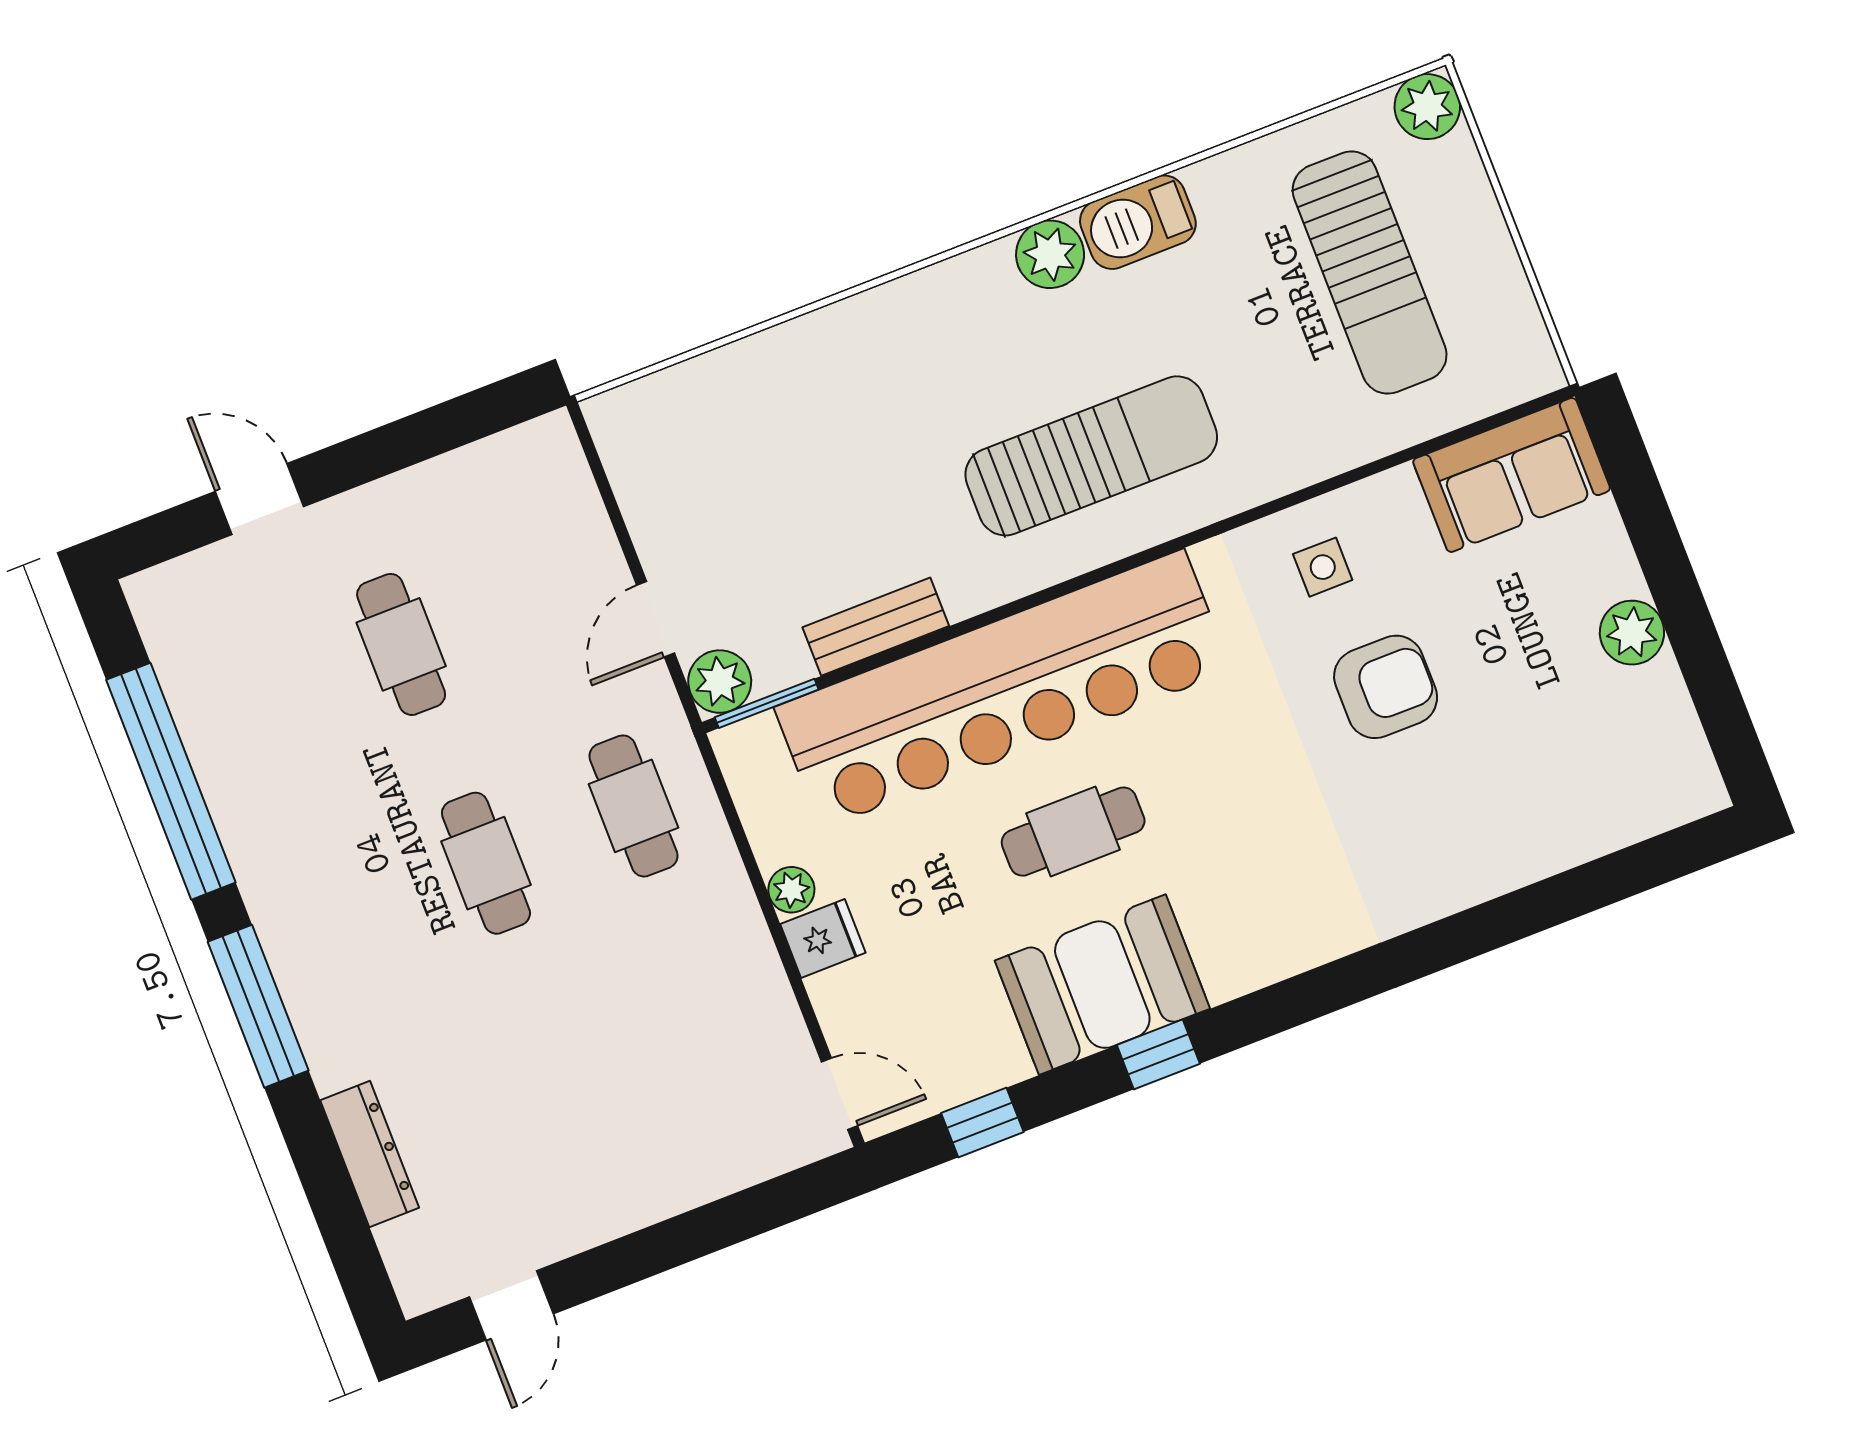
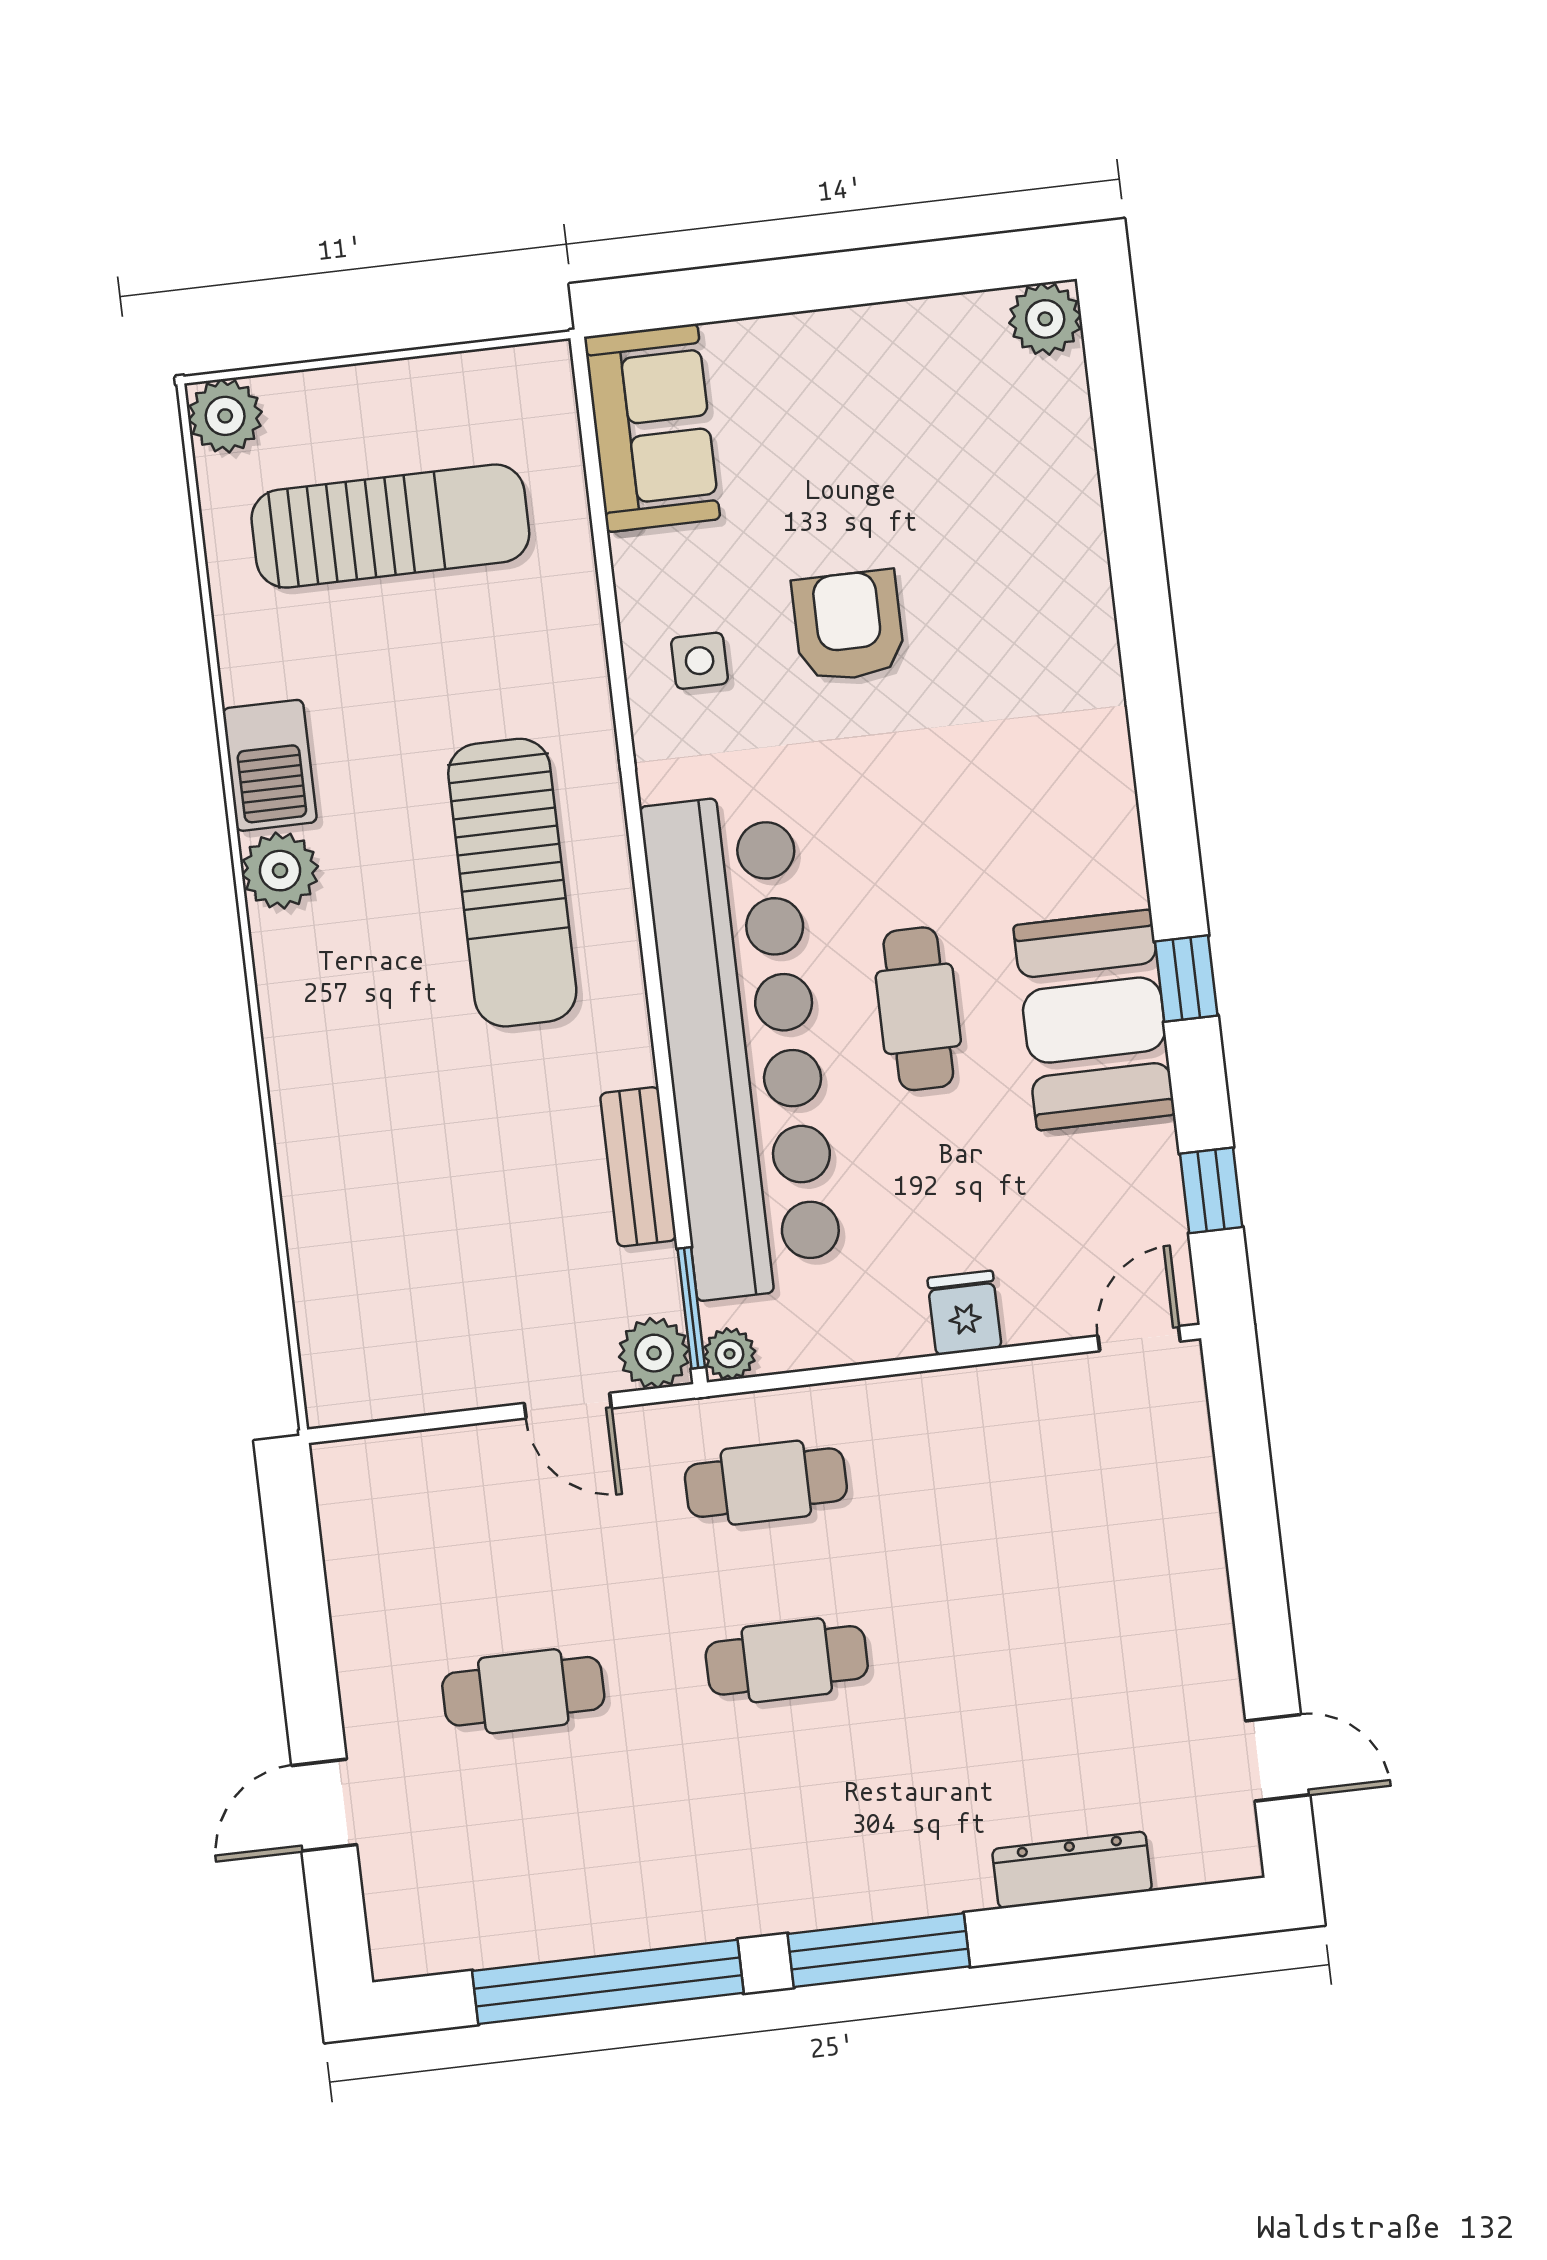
sun lounger: (1091, 456) -> (512, 883), turned 180
plant: (1632, 633) -> (1045, 319), moved
plant: (791, 890) -> (730, 1354), moved

